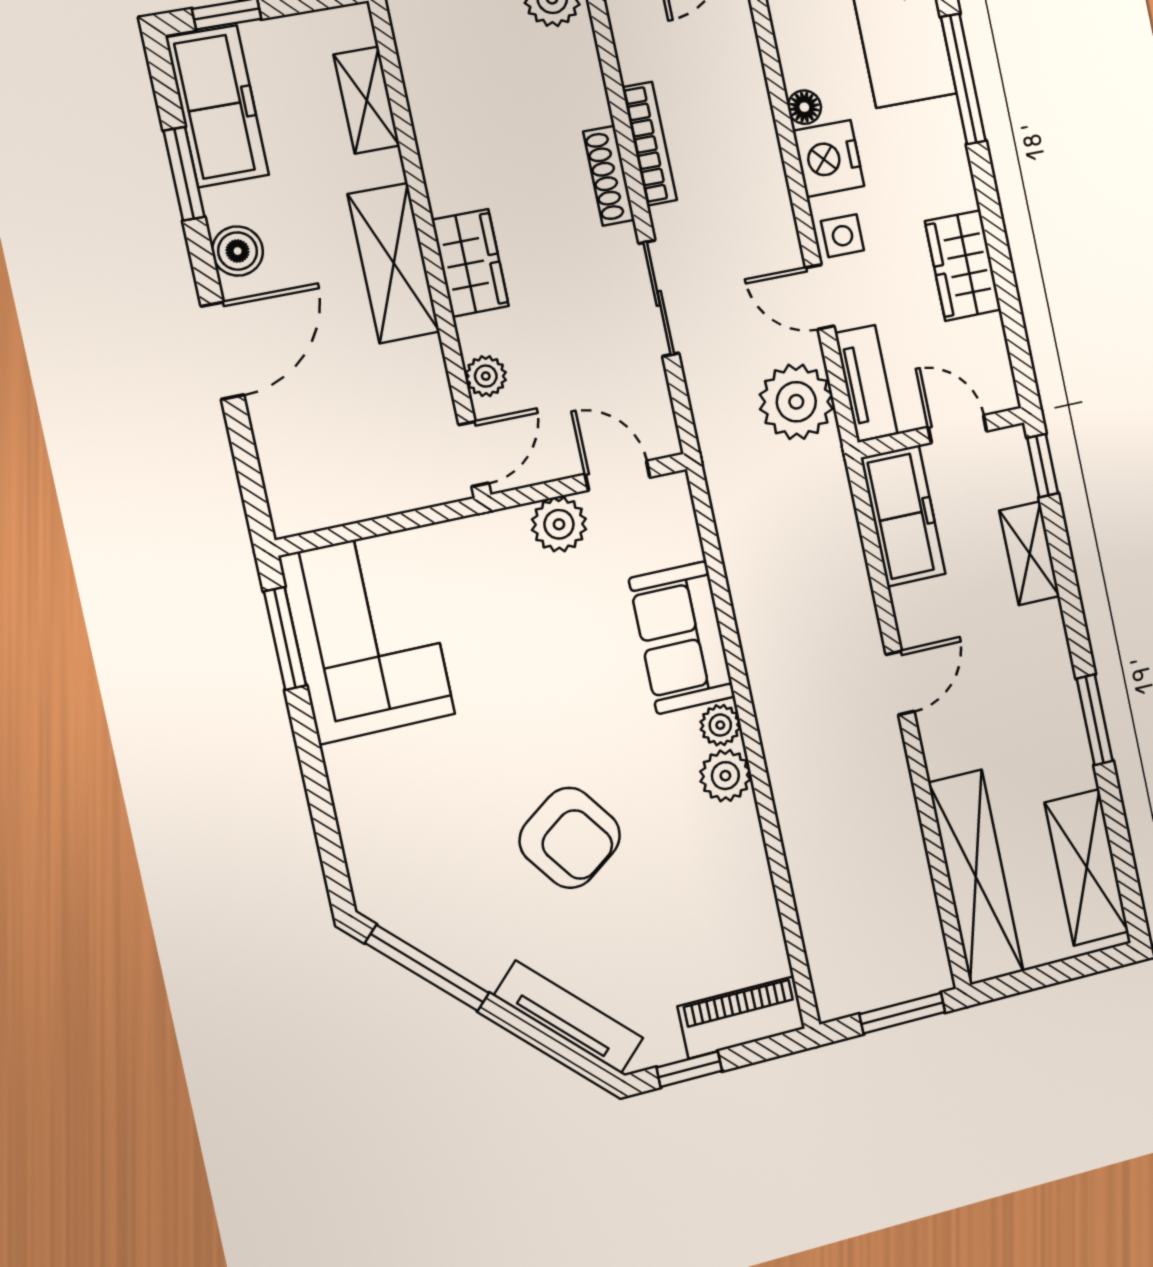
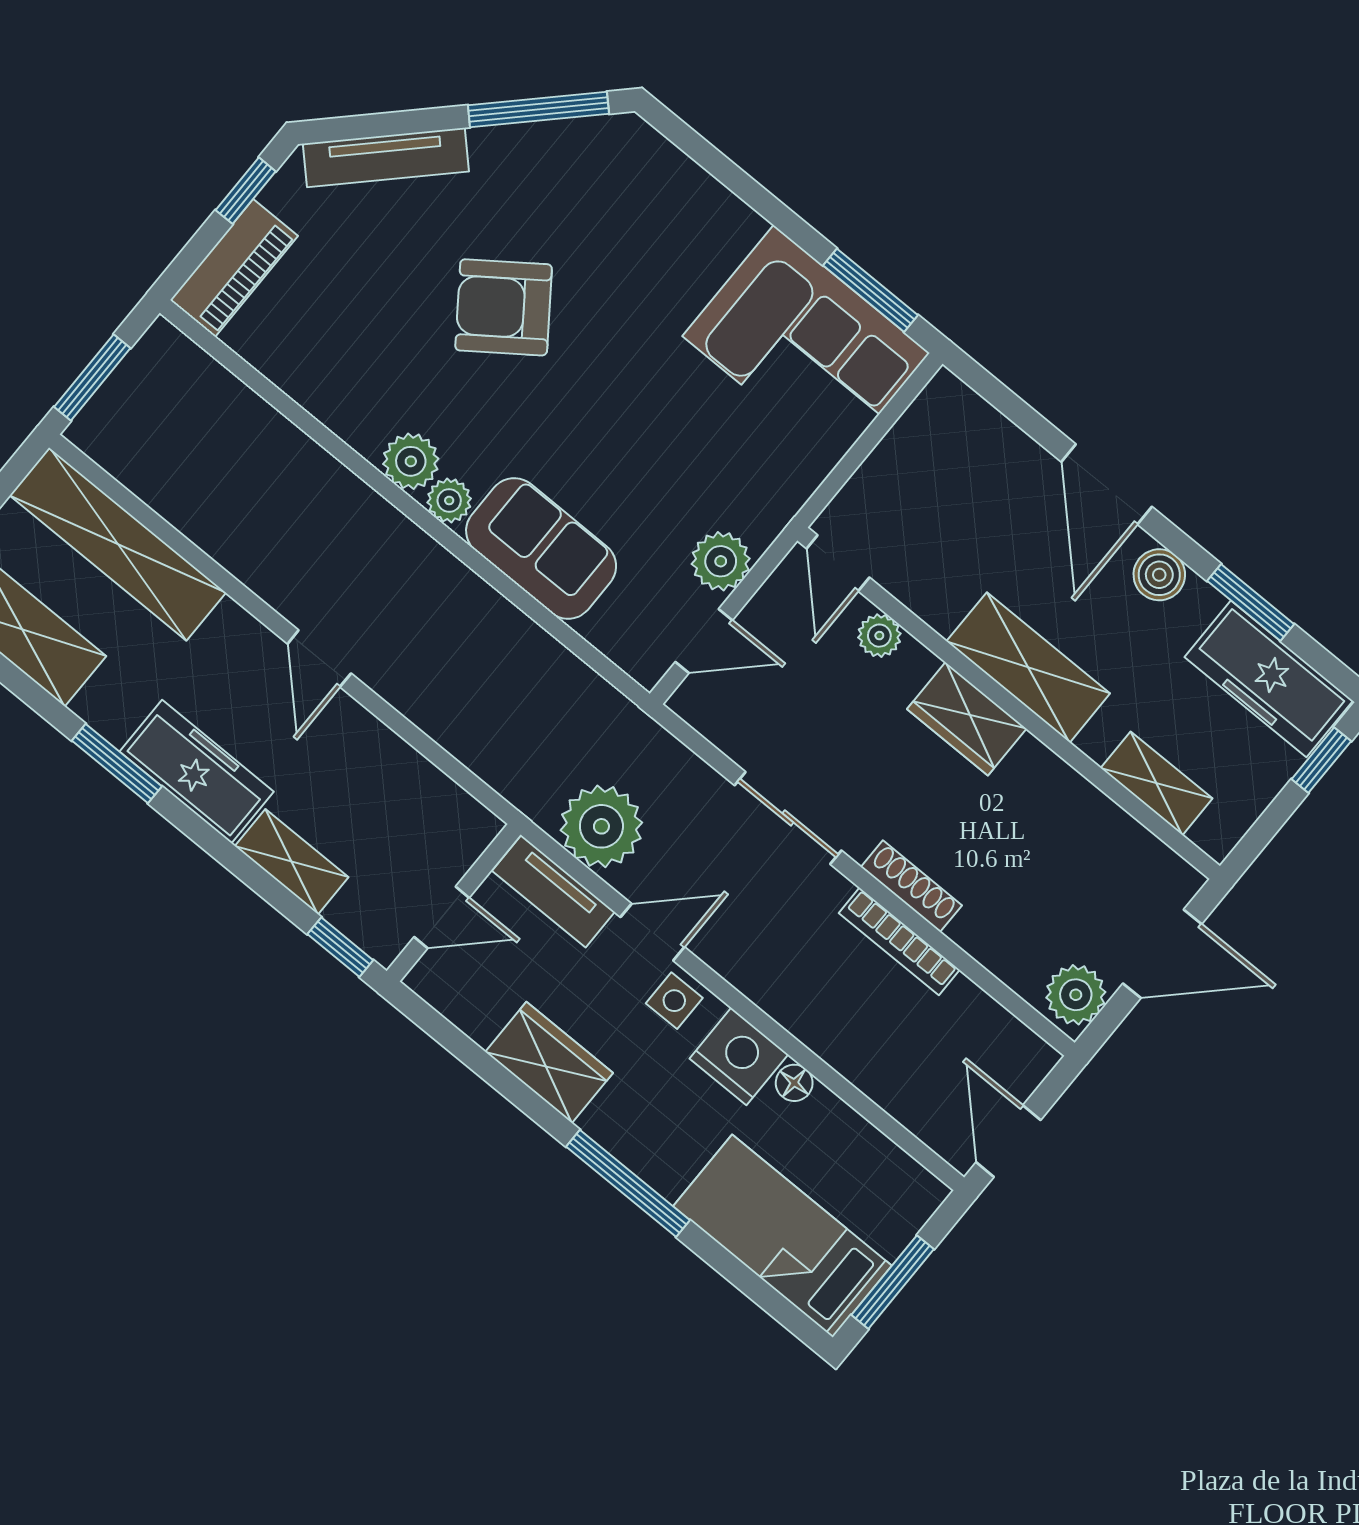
window: (963, 79) -> (628, 1183), moved
freezer: (903, 516) -> (197, 772), moved, turned 180

